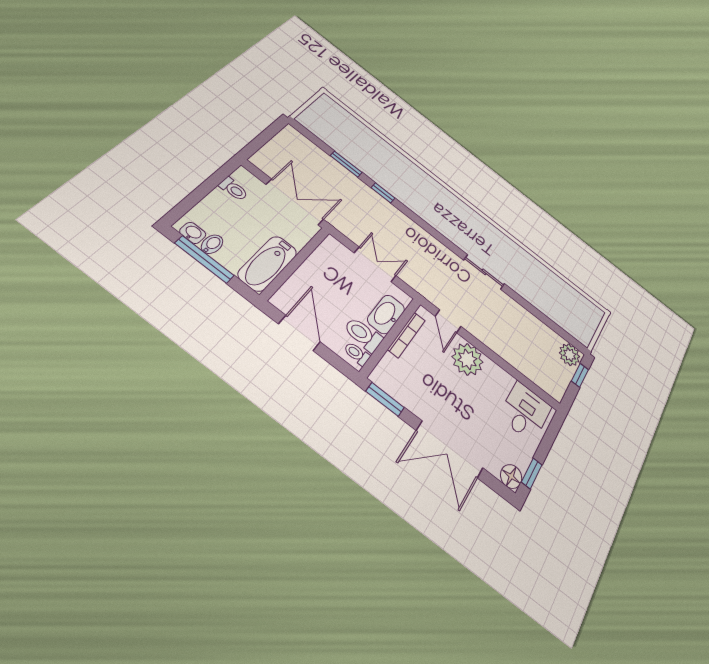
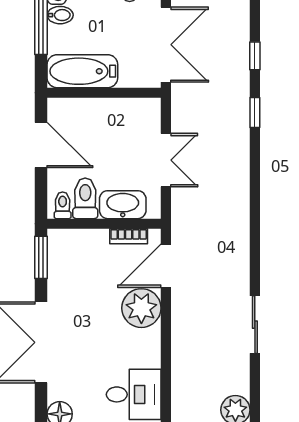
window: (346, 164) -> (255, 56), width x0.67
sliding door: (484, 272) -> (255, 325), moved
door: (448, 321) -> (166, 266), width x1.38
door: (299, 333) -> (41, 145), hinge flipped
bookcase: (406, 335) -> (129, 236), width x0.64

